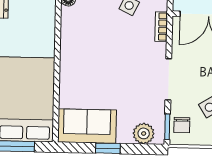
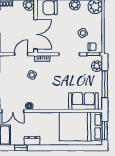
sofa: (87, 126) -> (83, 101), moved, turned 90
window: (108, 148) -> (105, 84), width x2.17

